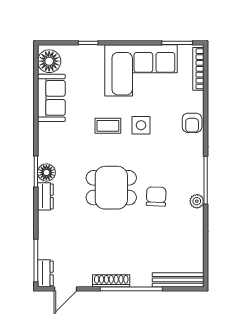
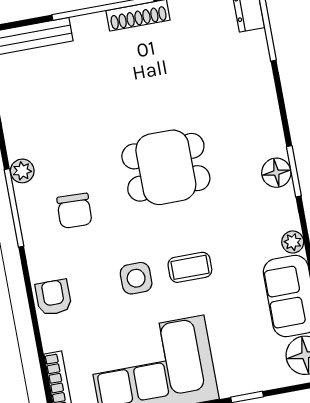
plant: (44, 130) -> (293, 242), added
dresser: (45, 196) -> (271, 133), removed
chair: (156, 196) -> (74, 211), moved

